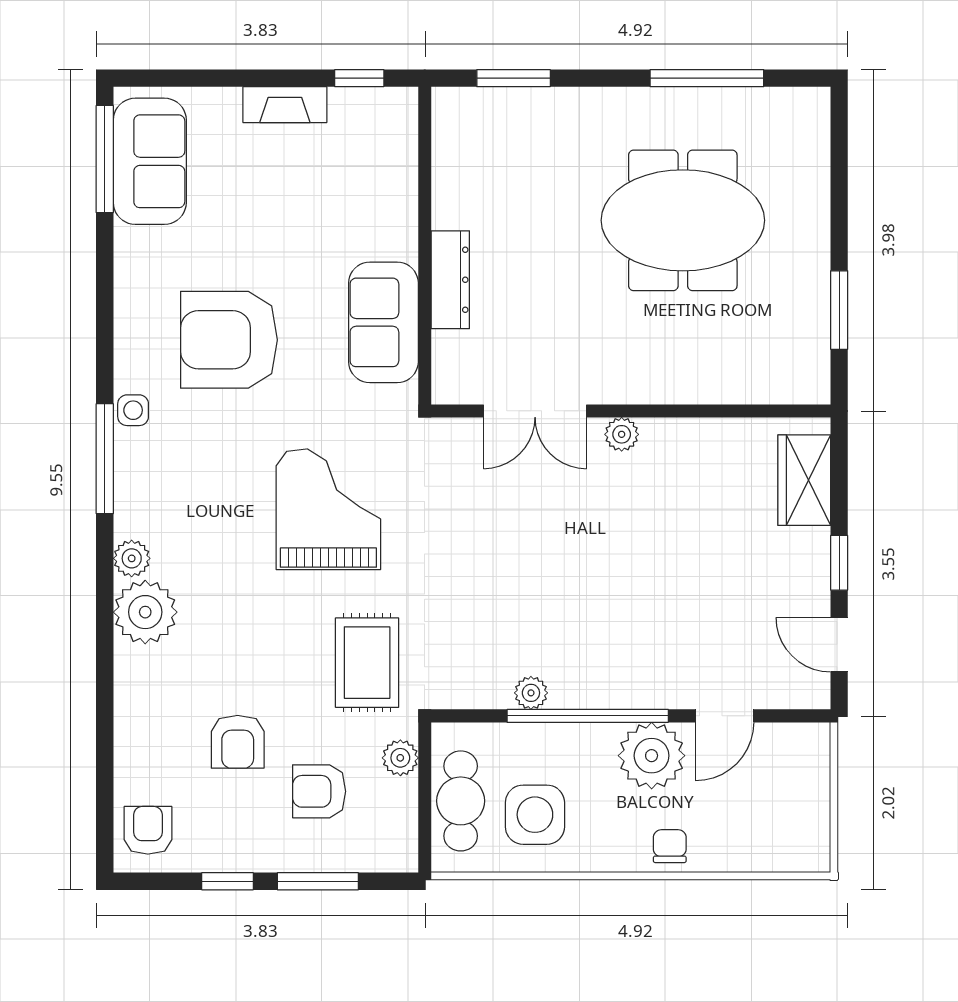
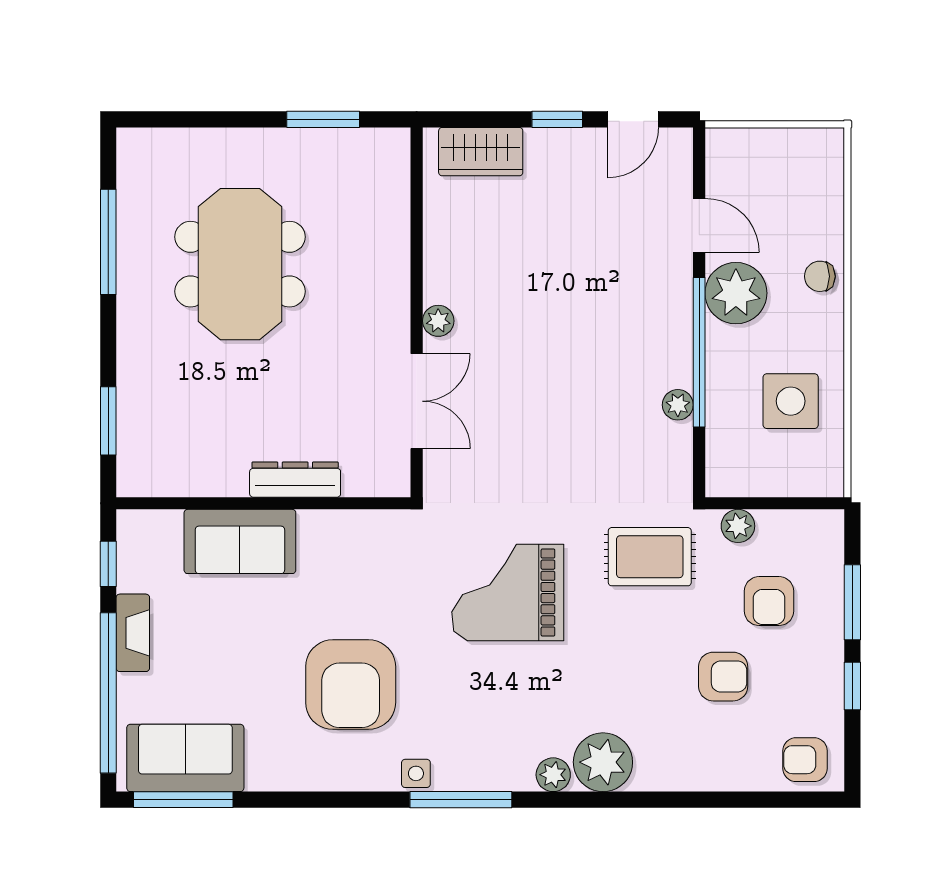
window: (220, 78) -> (108, 693), added
sofa: (383, 322) -> (240, 541), moved
cafe table: (461, 801) -> (778, 470), removed

